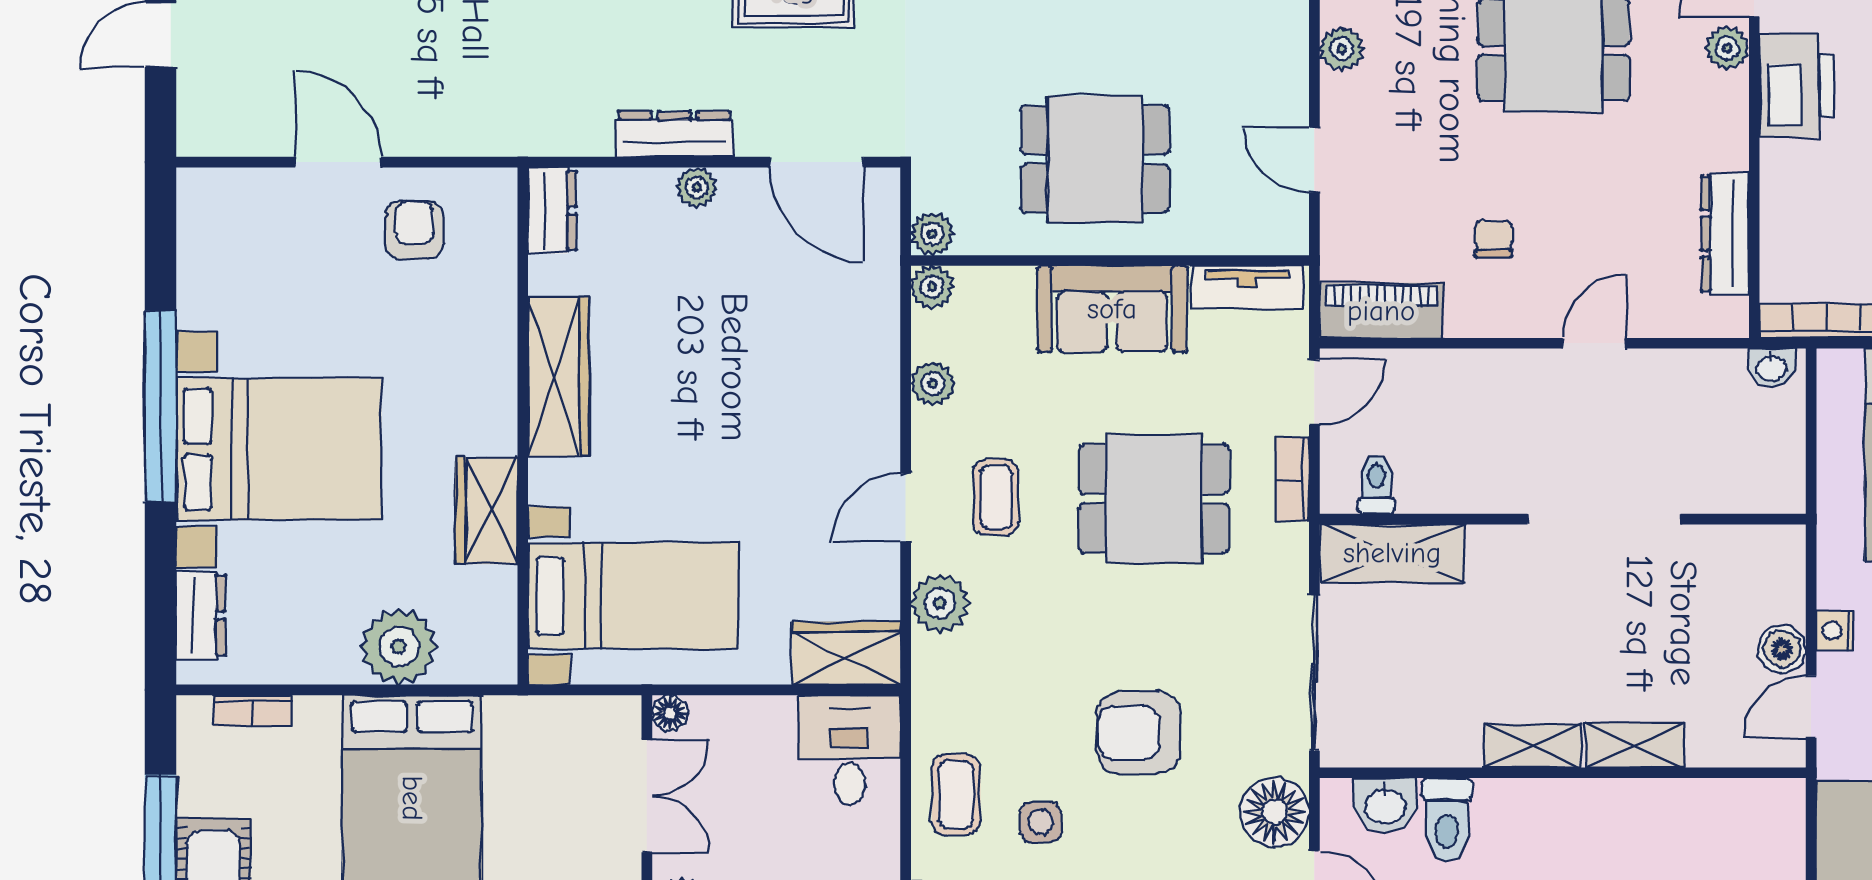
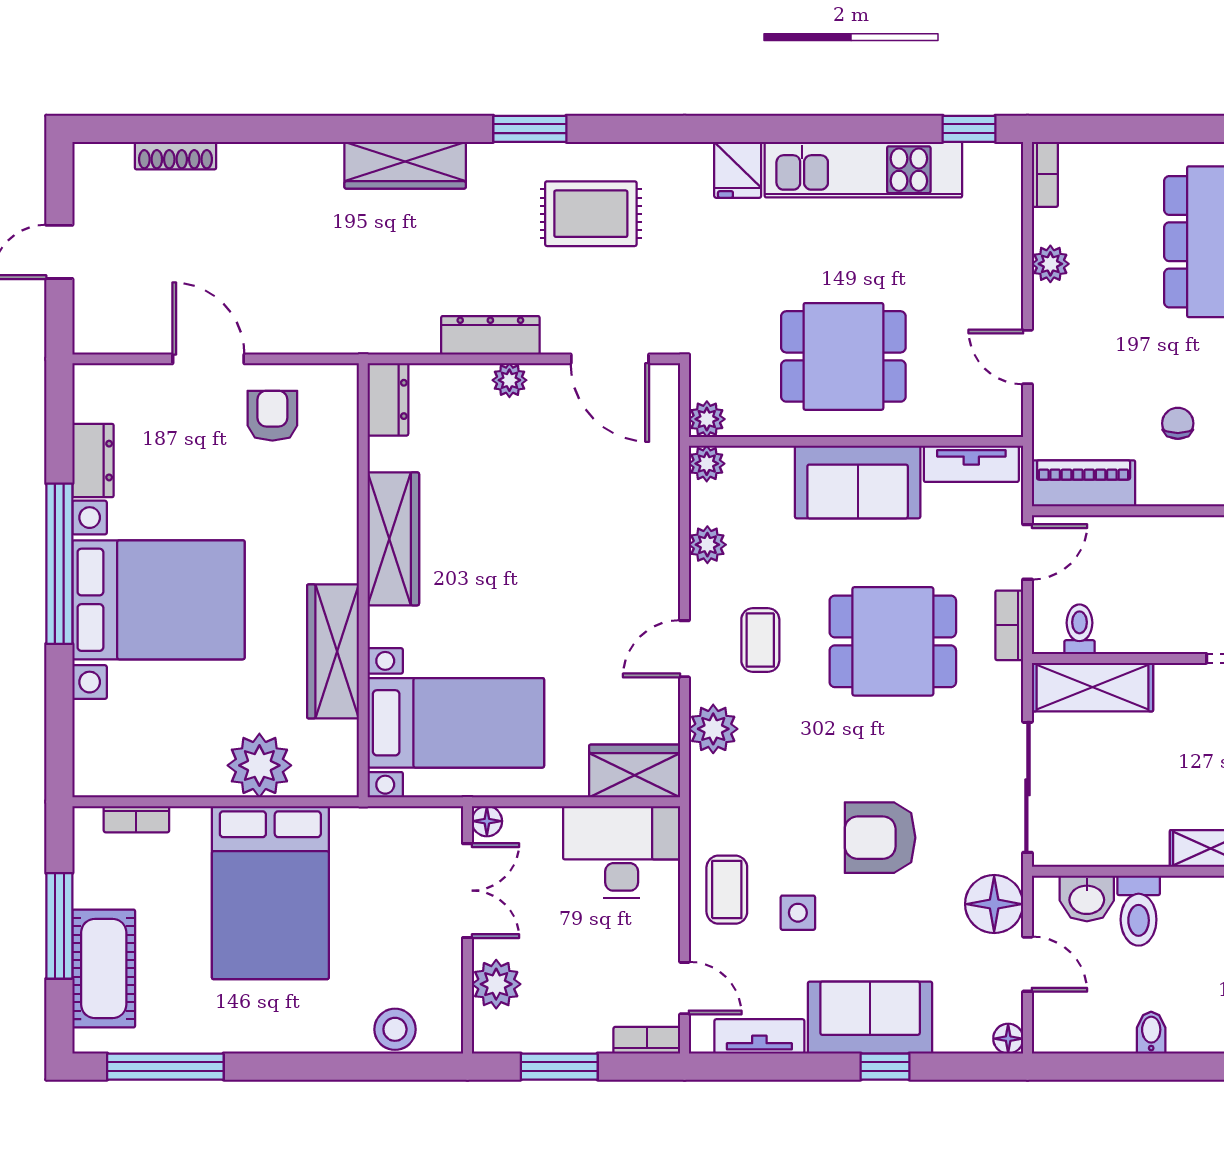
wardrobe: (487, 511) -> (333, 651), width x1.50
dresser: (201, 615) -> (93, 461), moved
desk: (850, 750) -> (622, 852), width x1.37

